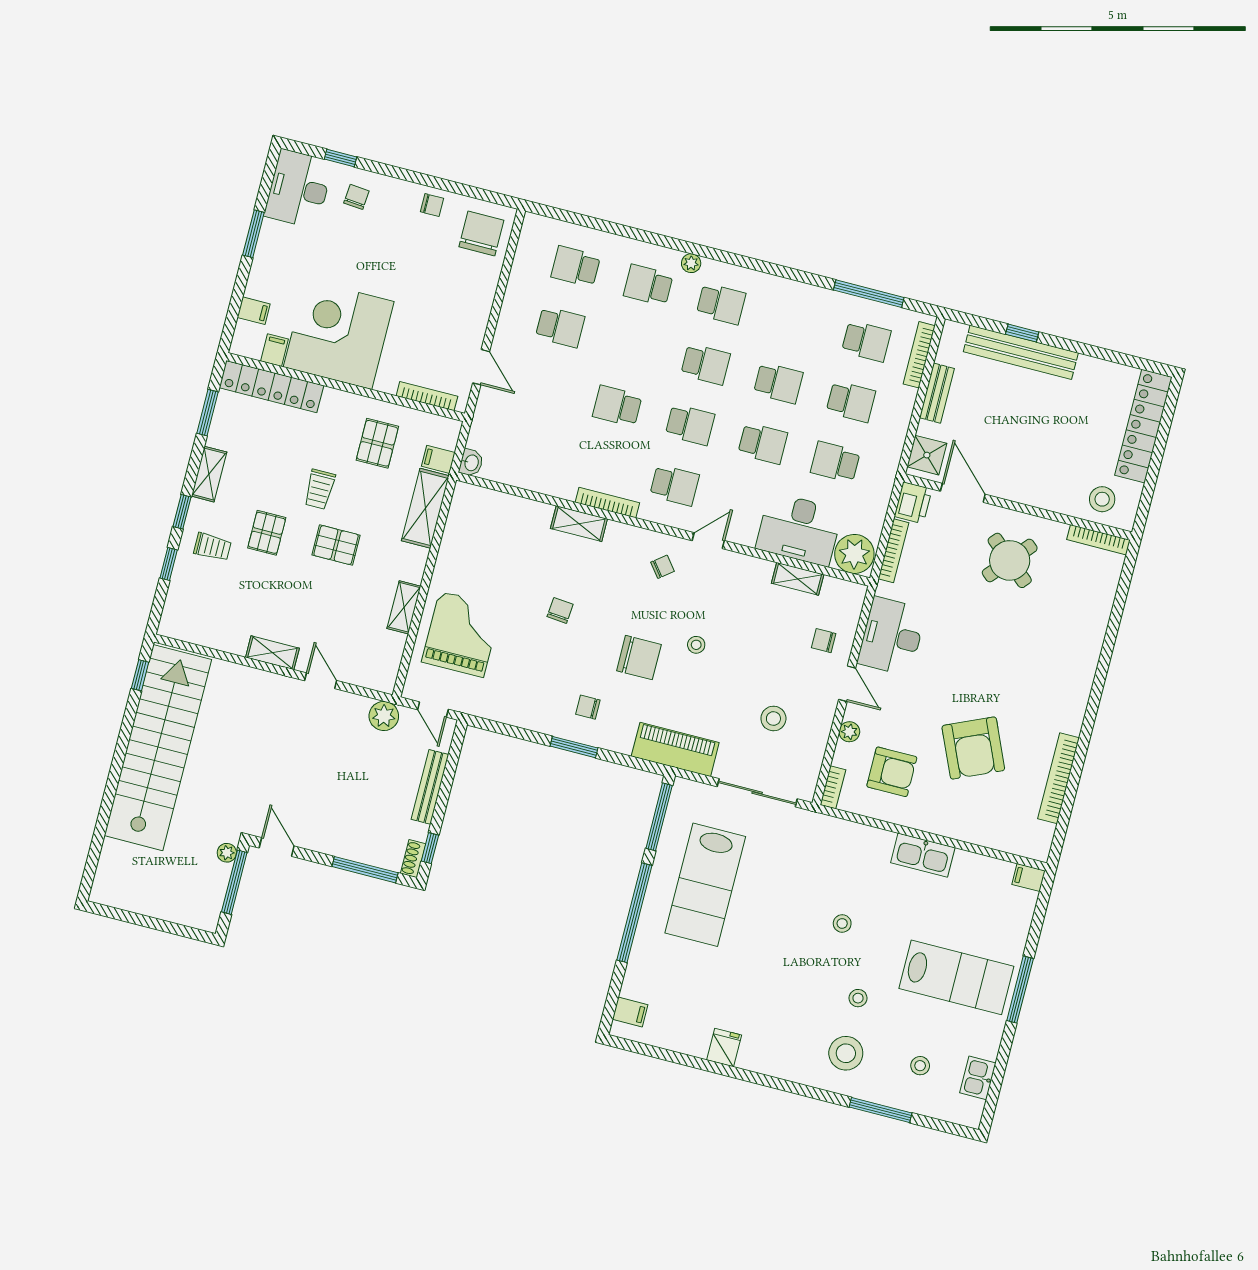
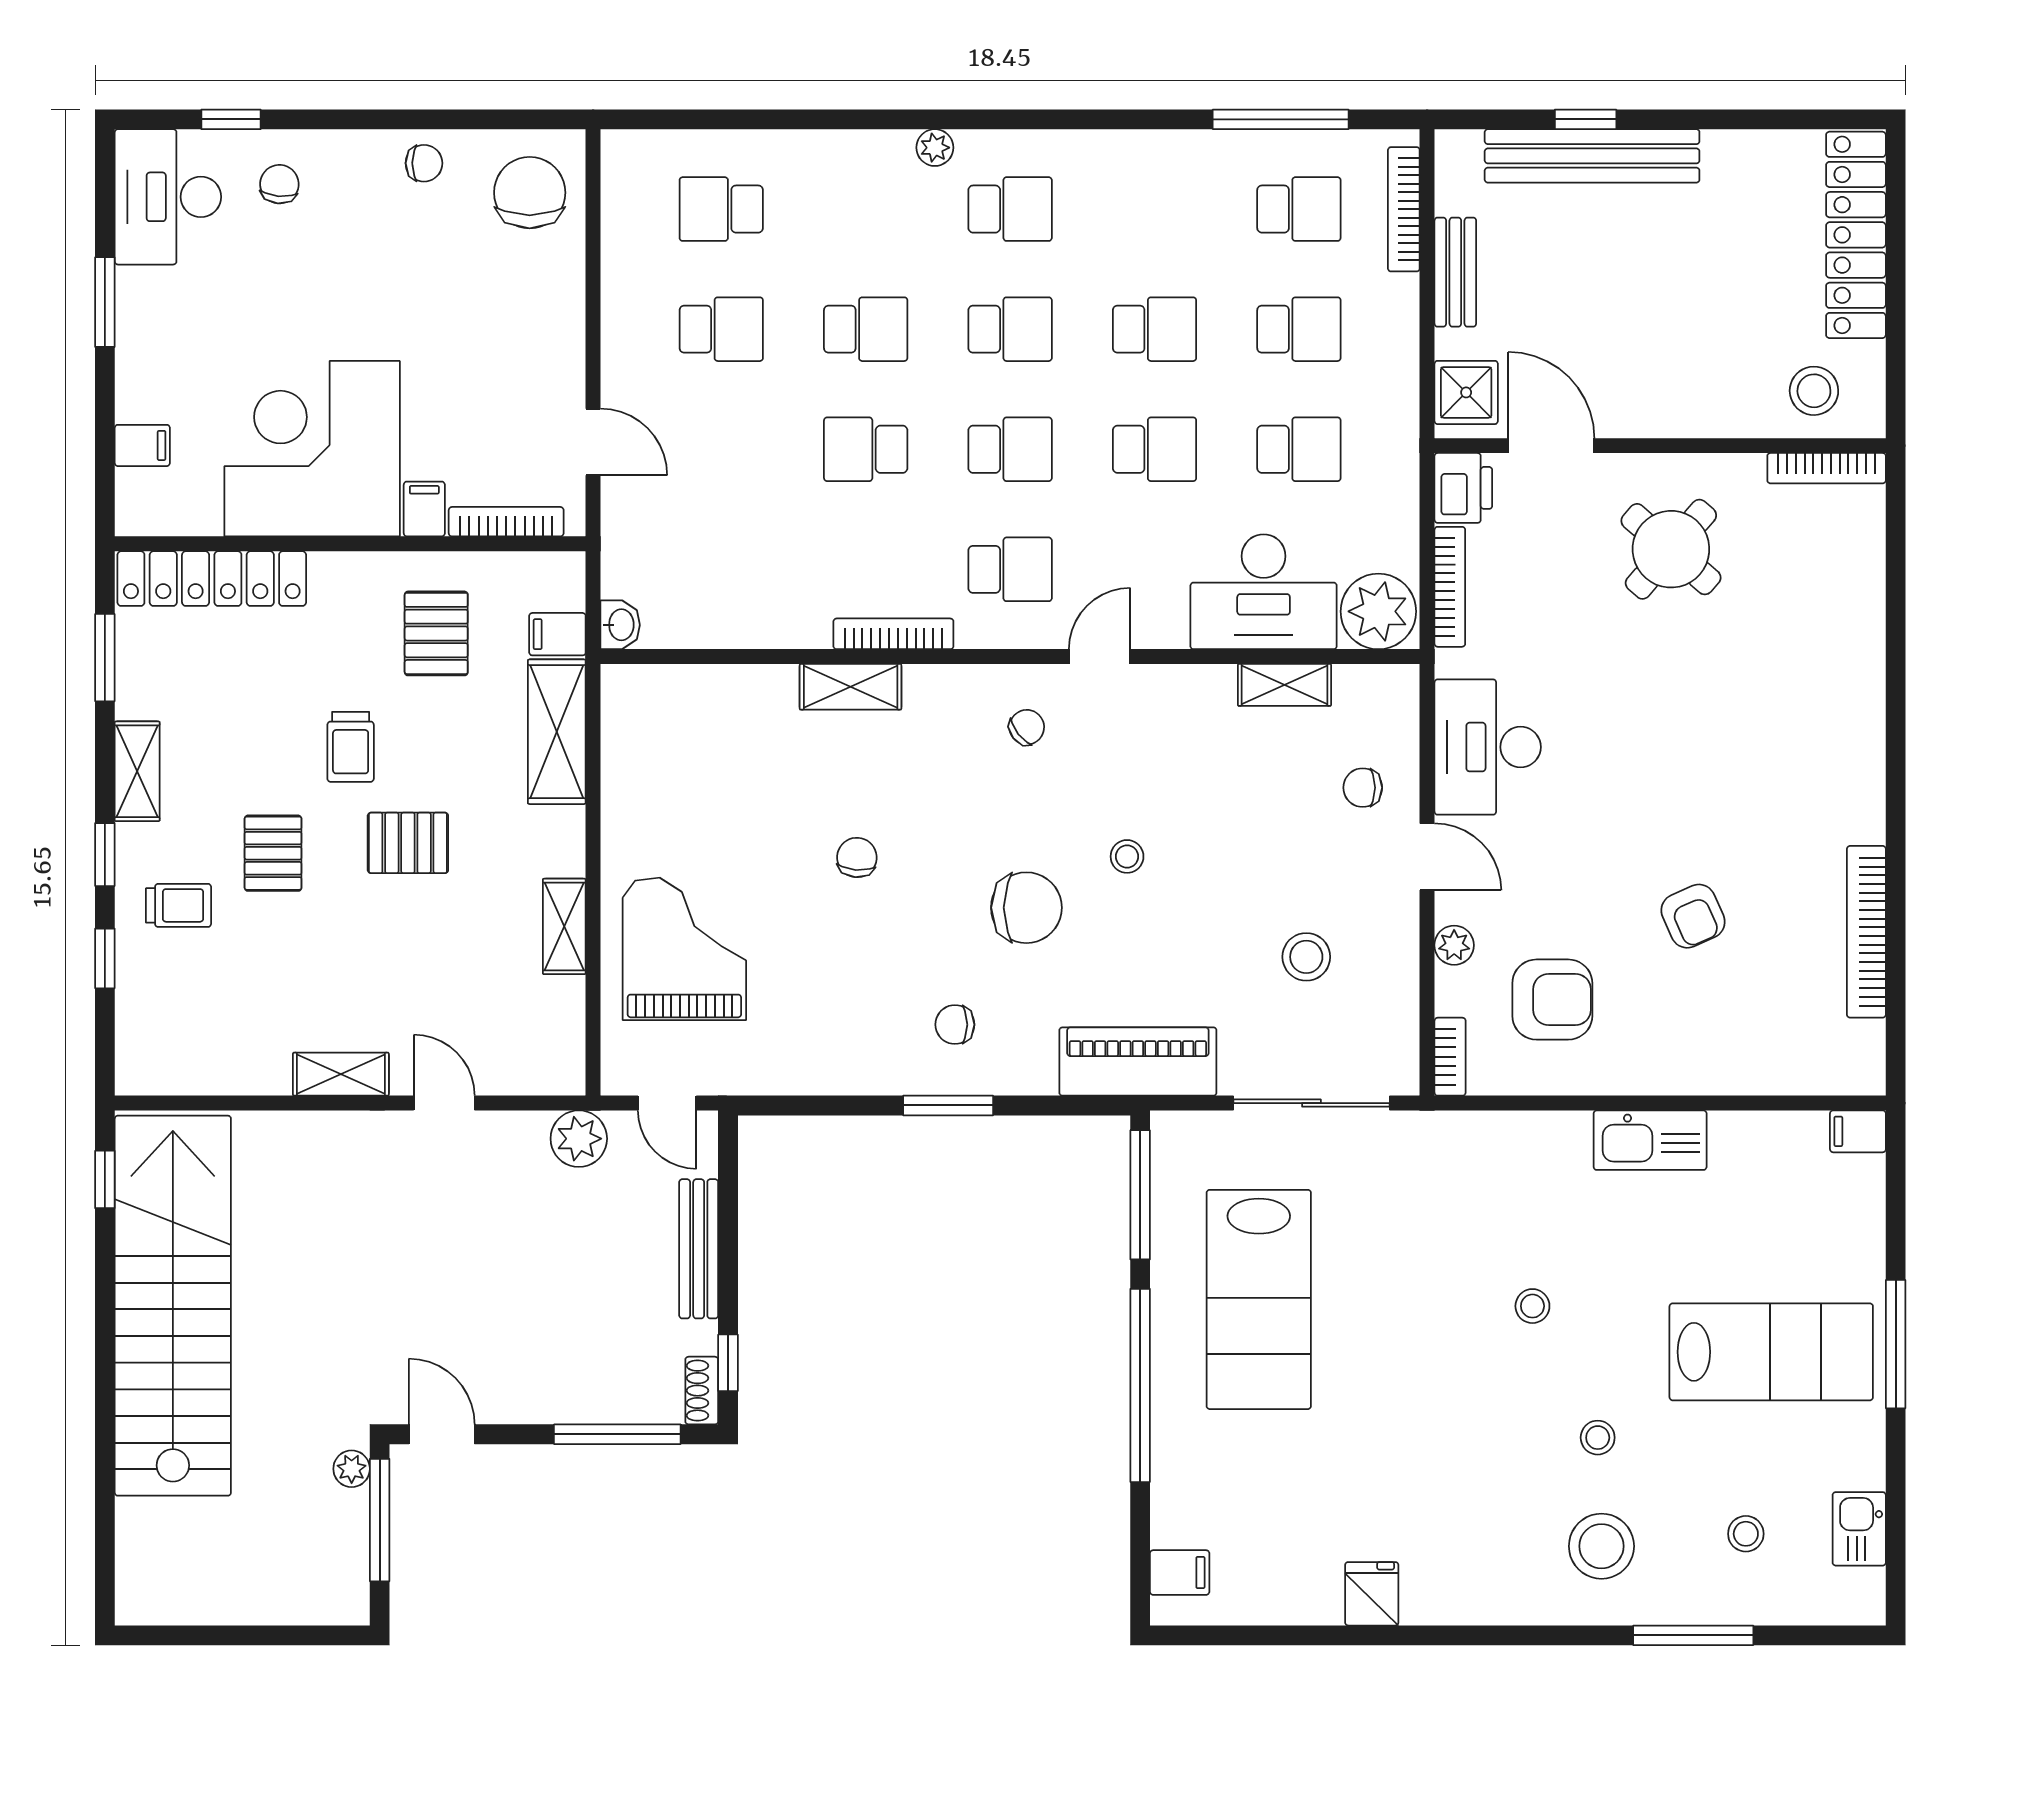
school desk: (648, 285) -> (866, 329), moved, turned 180
filing cabinet: (274, 350) -> (424, 509), moved
school desk: (835, 462) -> (1299, 449), turned 180
armchair: (973, 748) -> (1693, 916), width x0.53, depth x0.53

